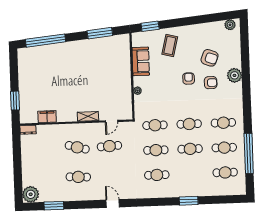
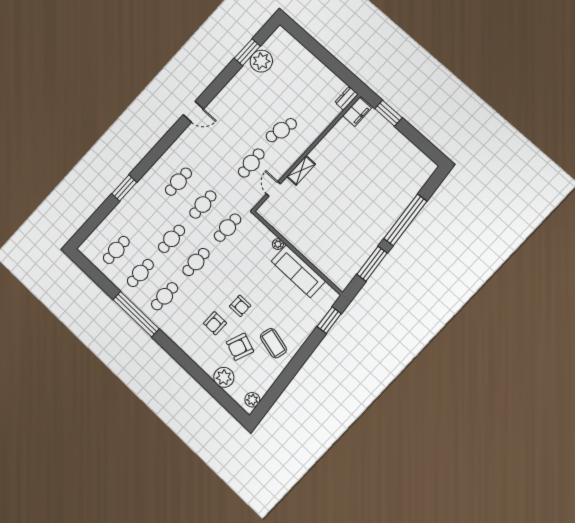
window: (45, 41) -> (405, 220), moved
coffee table: (170, 45) -> (273, 343), moved
sofa: (141, 61) -> (298, 271), width x1.36
plant: (234, 75) -> (224, 377), moved
filing cabinet: (47, 117) -> (357, 112), moved
window: (249, 153) -> (136, 314), moved
cafe table: (78, 177) -> (252, 103), removed
plant: (31, 194) -> (261, 61), moved

